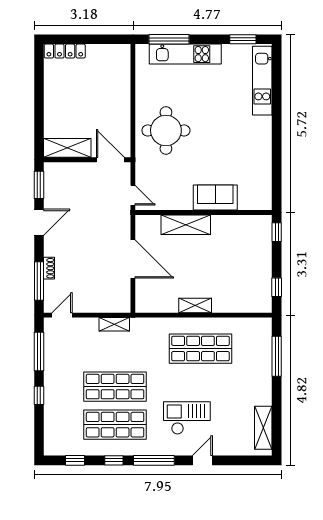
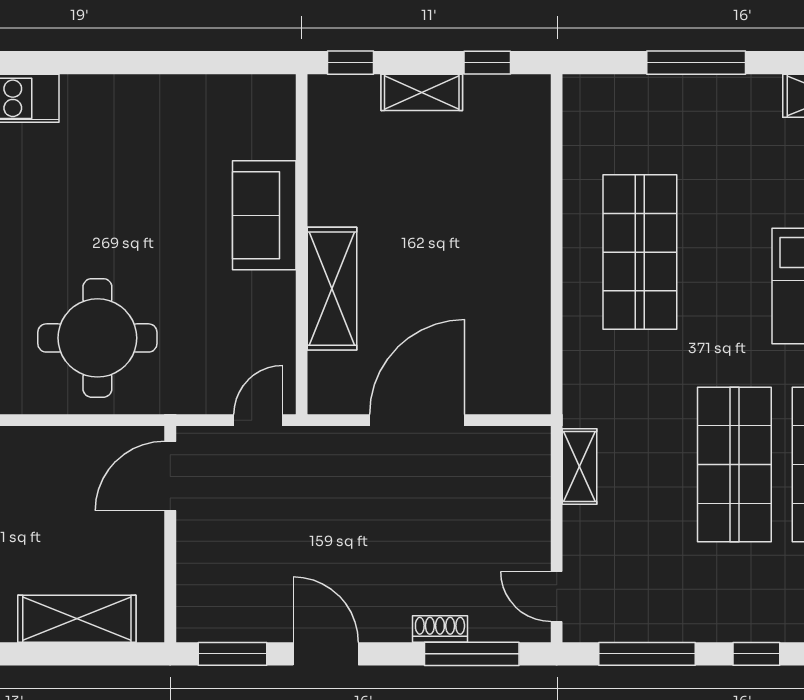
shelving: (67, 148) -> (77, 619), moved, turned 90
shelving: (195, 305) -> (422, 92), moved, turned 90
window: (277, 356) -> (696, 63), moved

